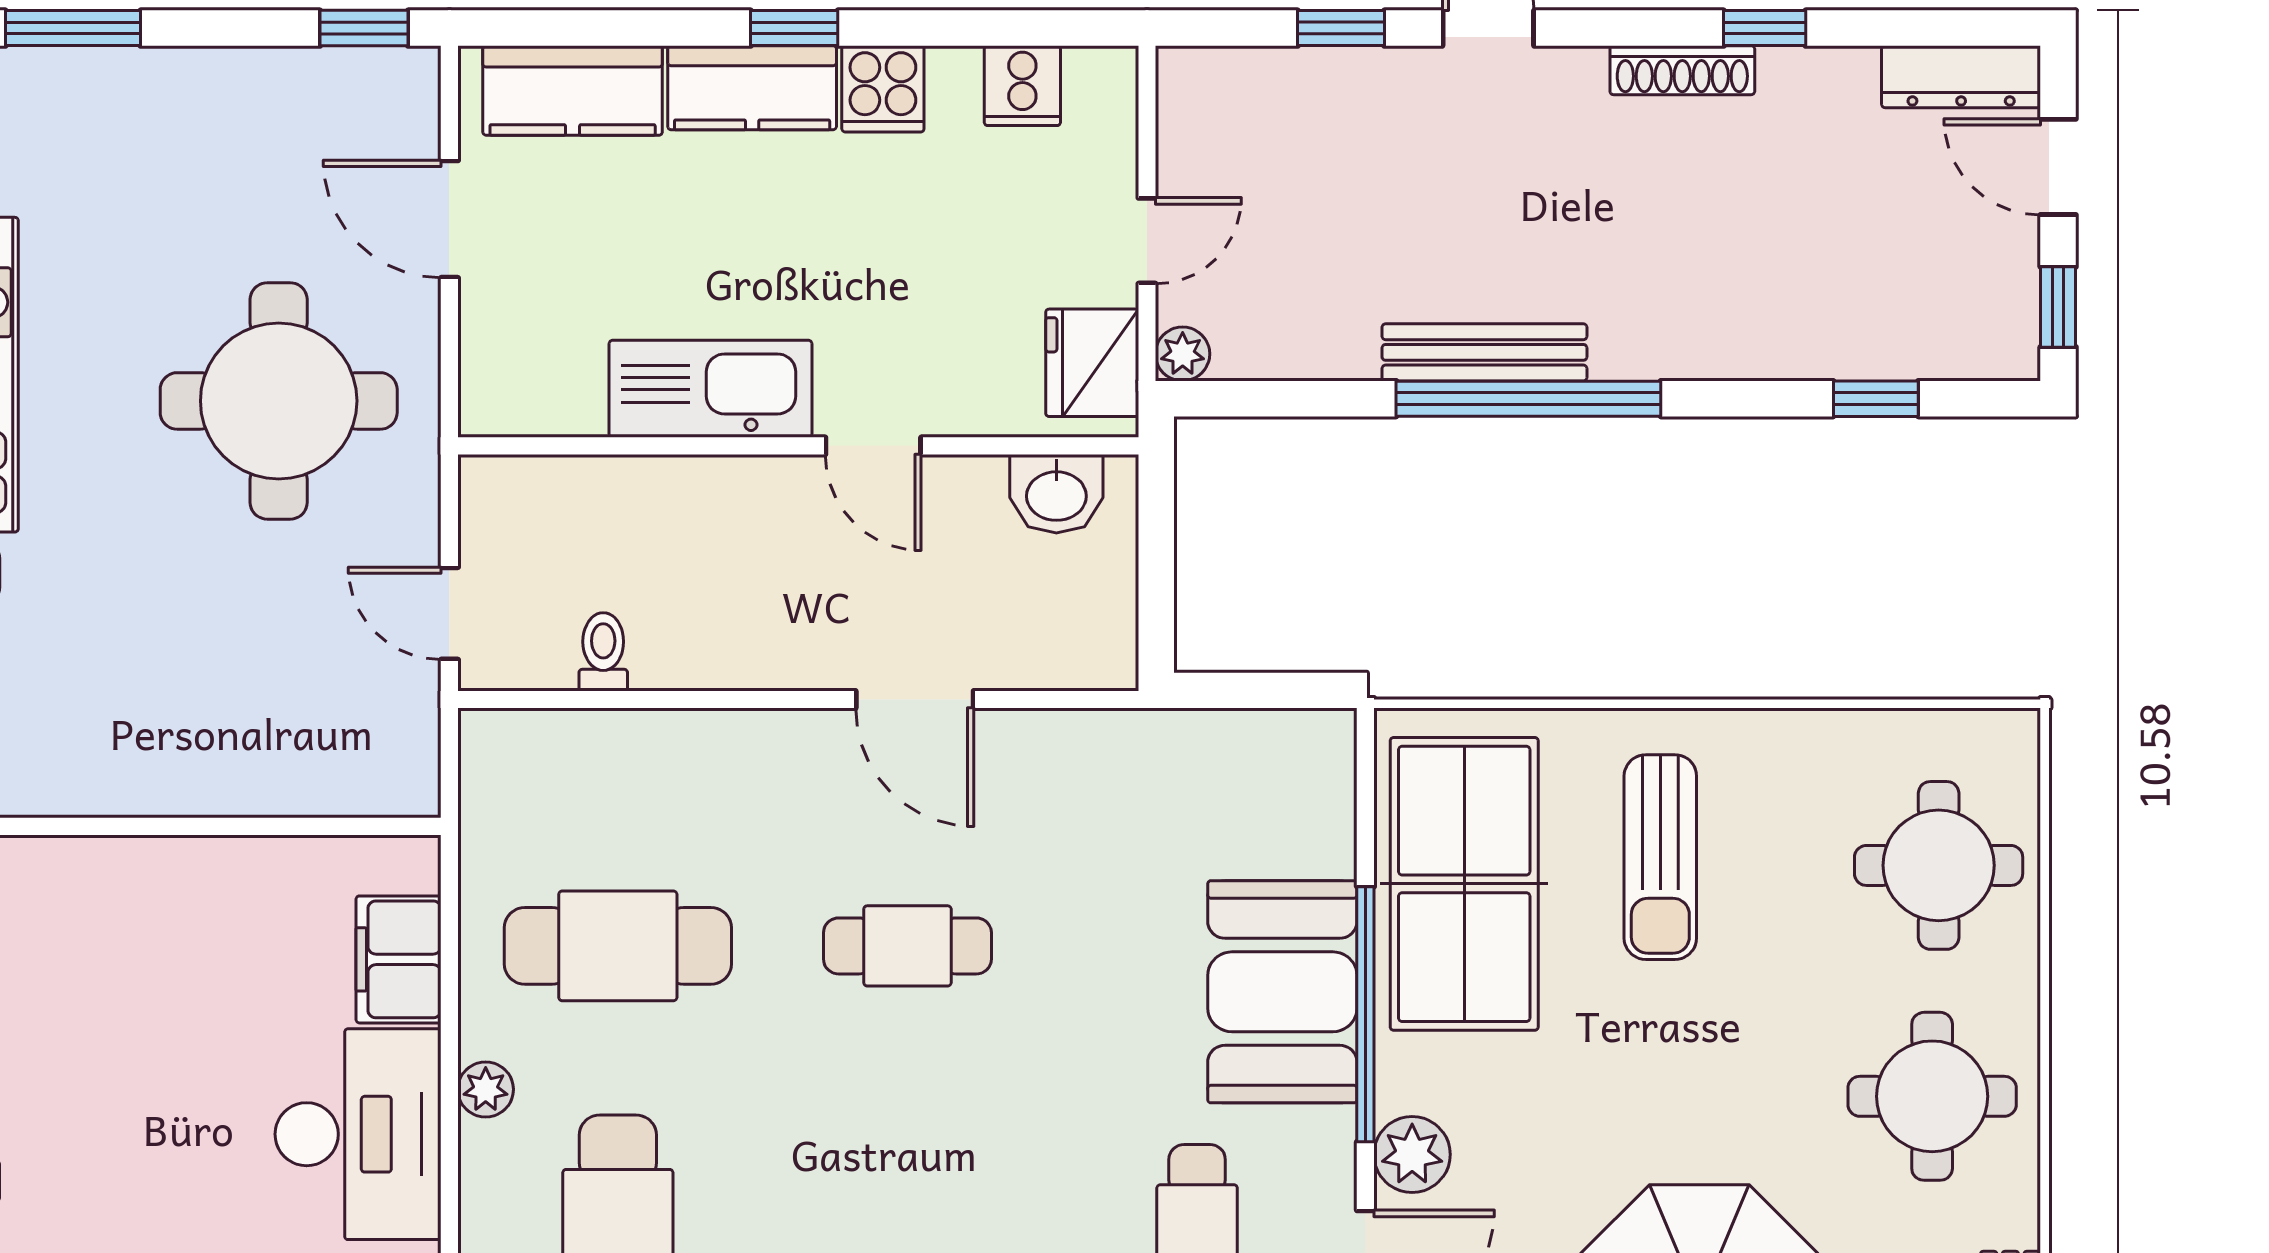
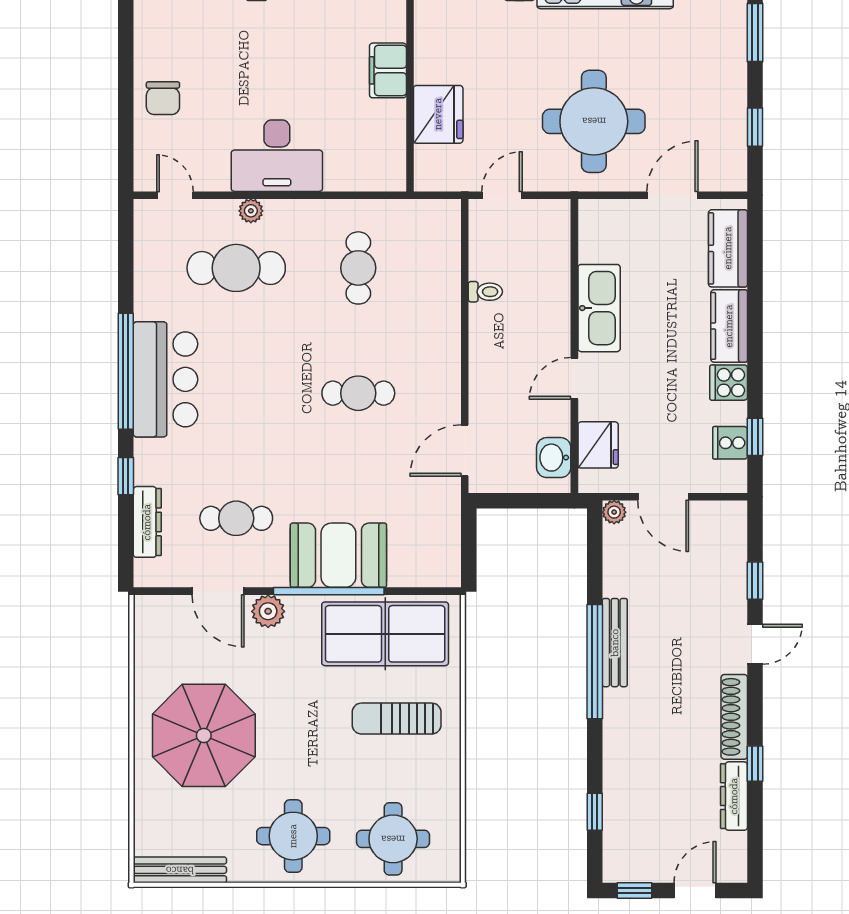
window: (364, 28) -> (755, 127), moved
window: (794, 28) -> (755, 437), moved
shoe rack: (1682, 70) -> (734, 717), width x1.36, depth x1.24
dresser: (1961, 77) -> (734, 796), moved
door: (1147, 241) -> (663, 497), width x1.38
fridge: (1092, 363) -> (598, 445), moved, turned 90
toilet: (603, 652) -> (485, 292), moved
door: (915, 700) -> (465, 450), moved
fridge: (262, 761) -> (438, 114), added
cafe table: (618, 946) -> (358, 268), width x0.73, depth x0.74
cafe table: (907, 946) -> (358, 393), turned 90
filing cabinet: (399, 959) -> (388, 70), moved, turned -90
plant: (486, 1089) -> (251, 211), moved

